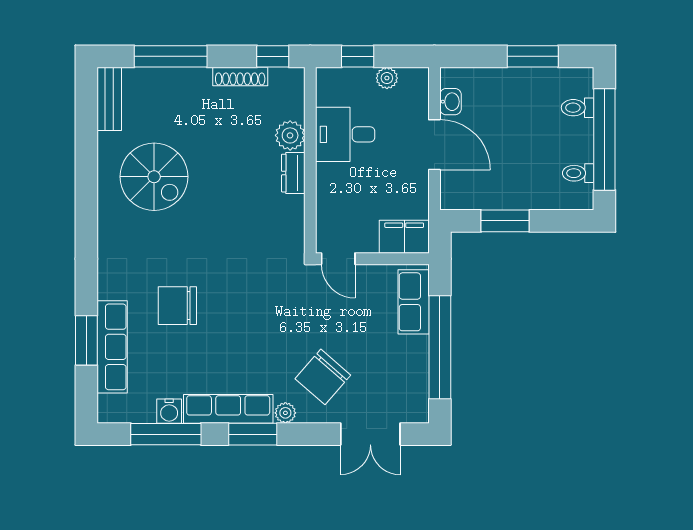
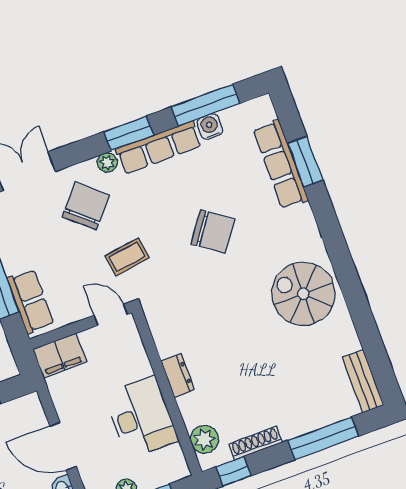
desk: (345, 134) -> (141, 417), width x1.37
plant: (290, 135) -> (204, 439), moved
spiral stairs: (154, 177) -> (303, 294), moved
chair: (177, 306) -> (213, 232), moved, turned 36
coffee table: (300, 311) -> (127, 257), added

